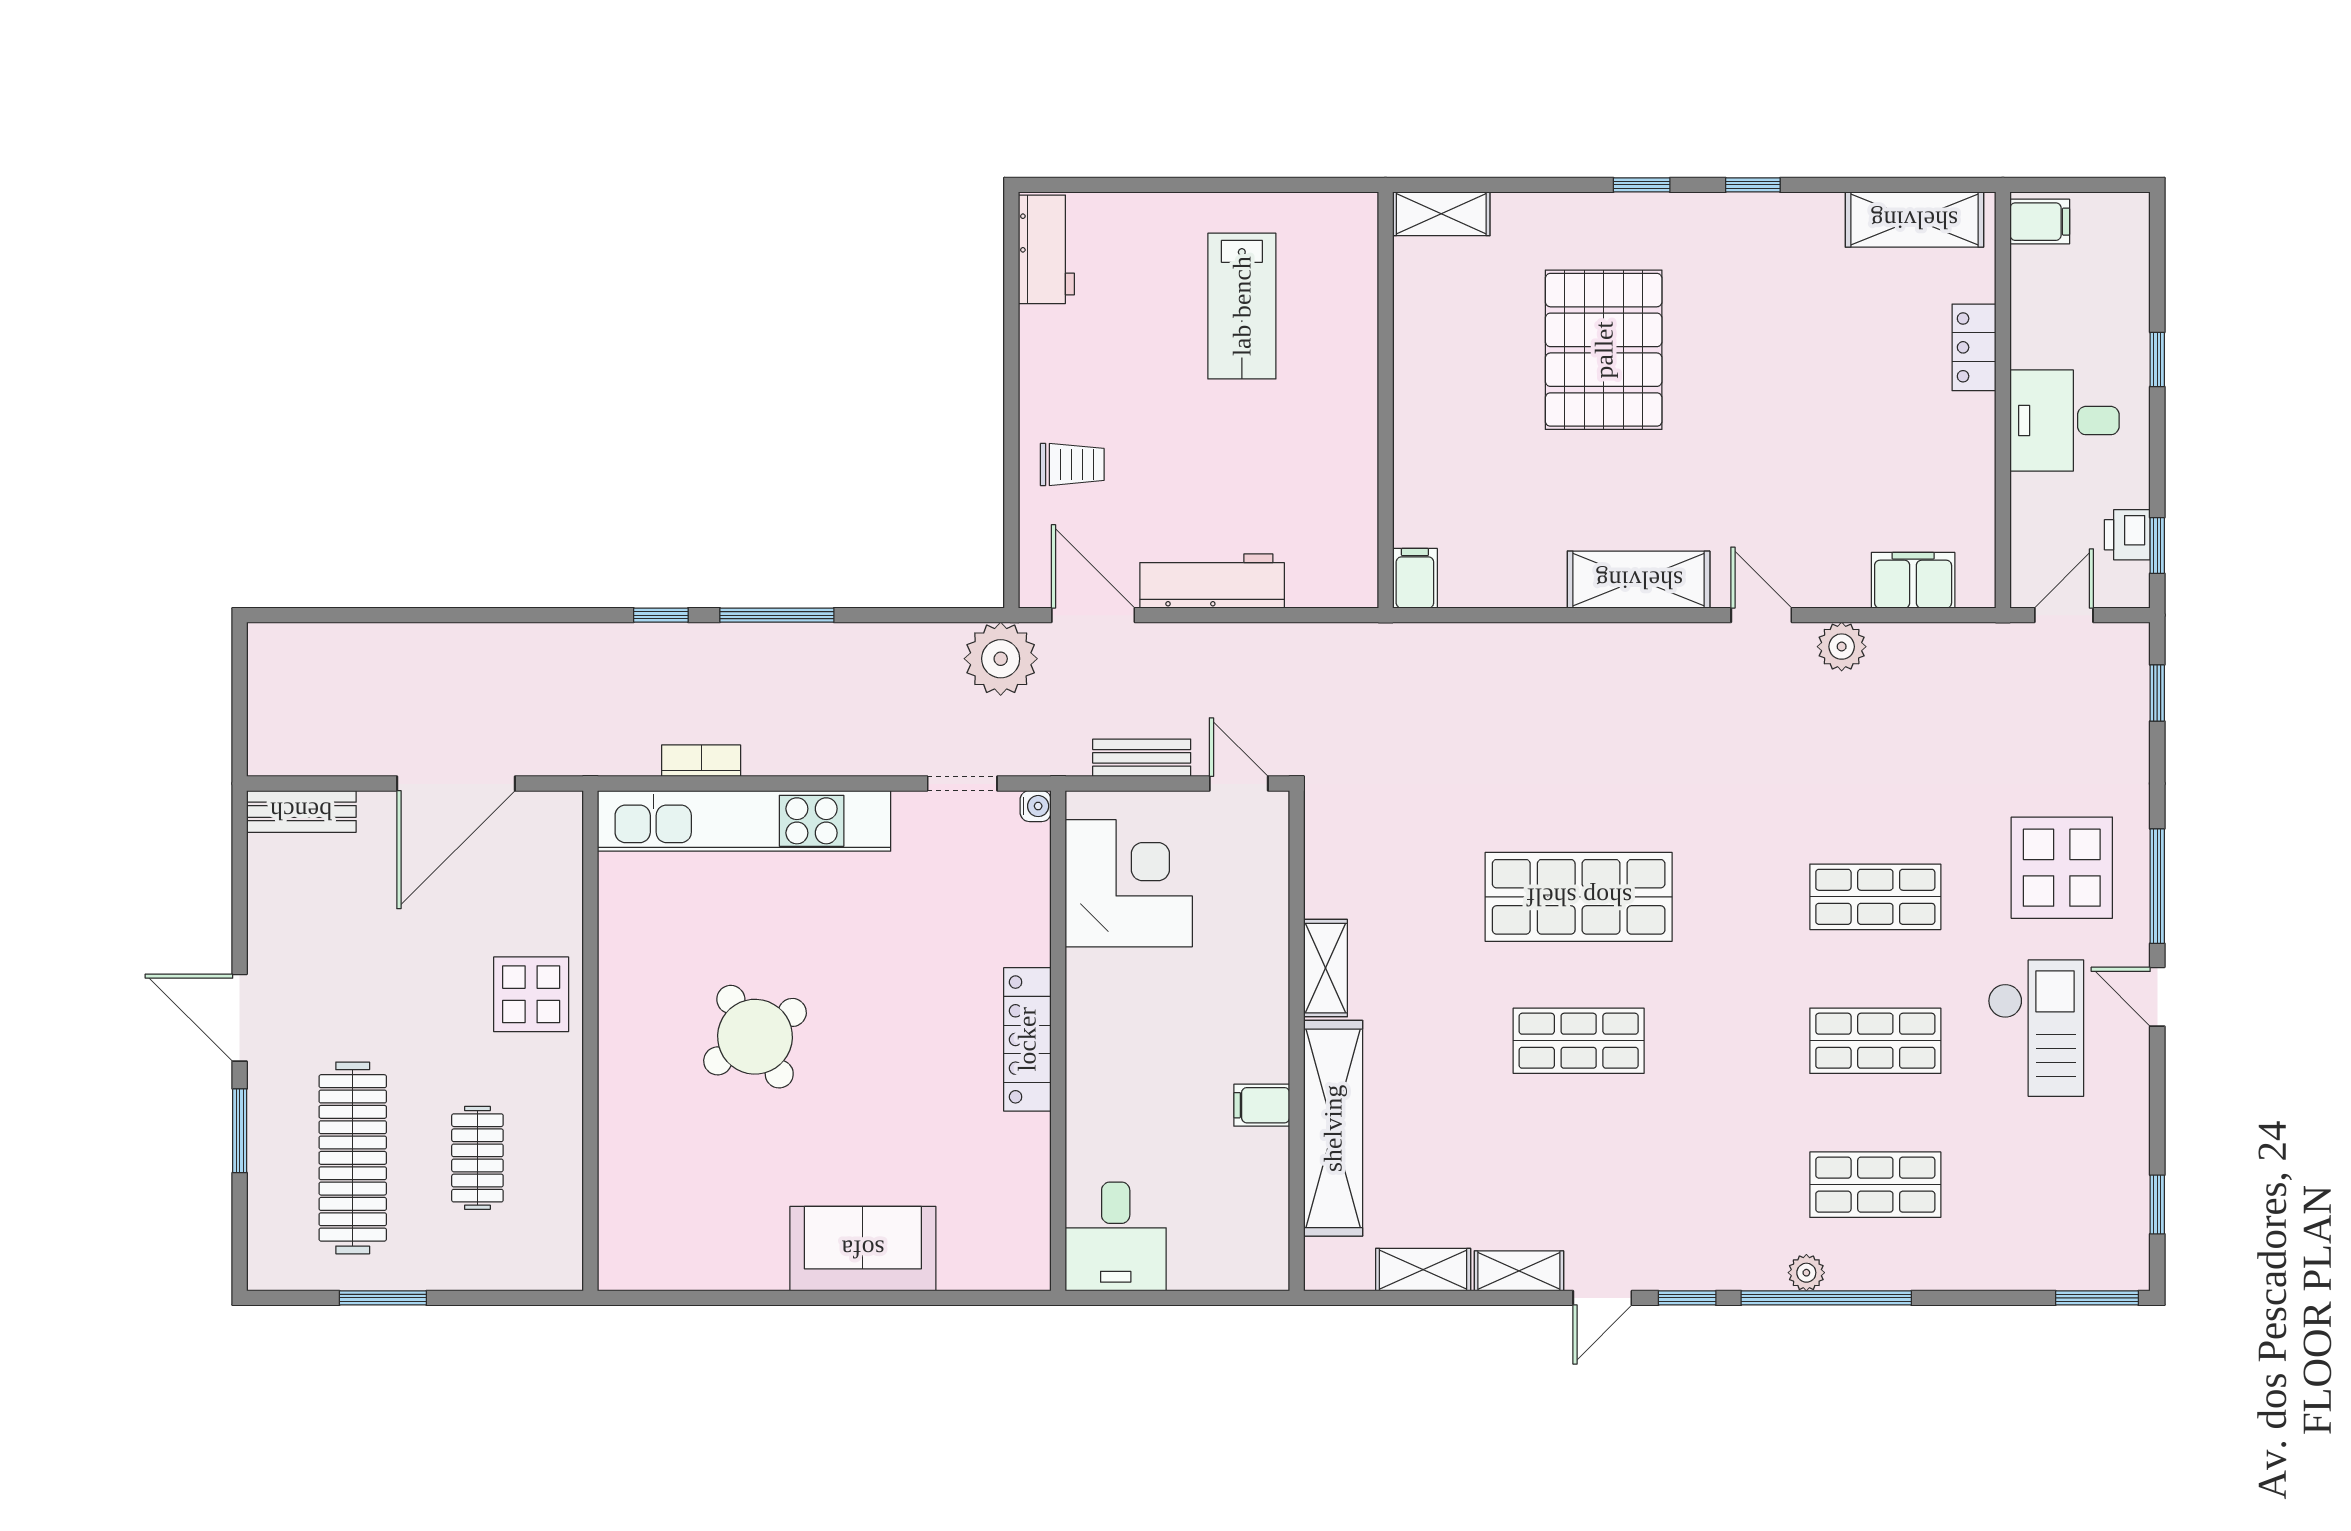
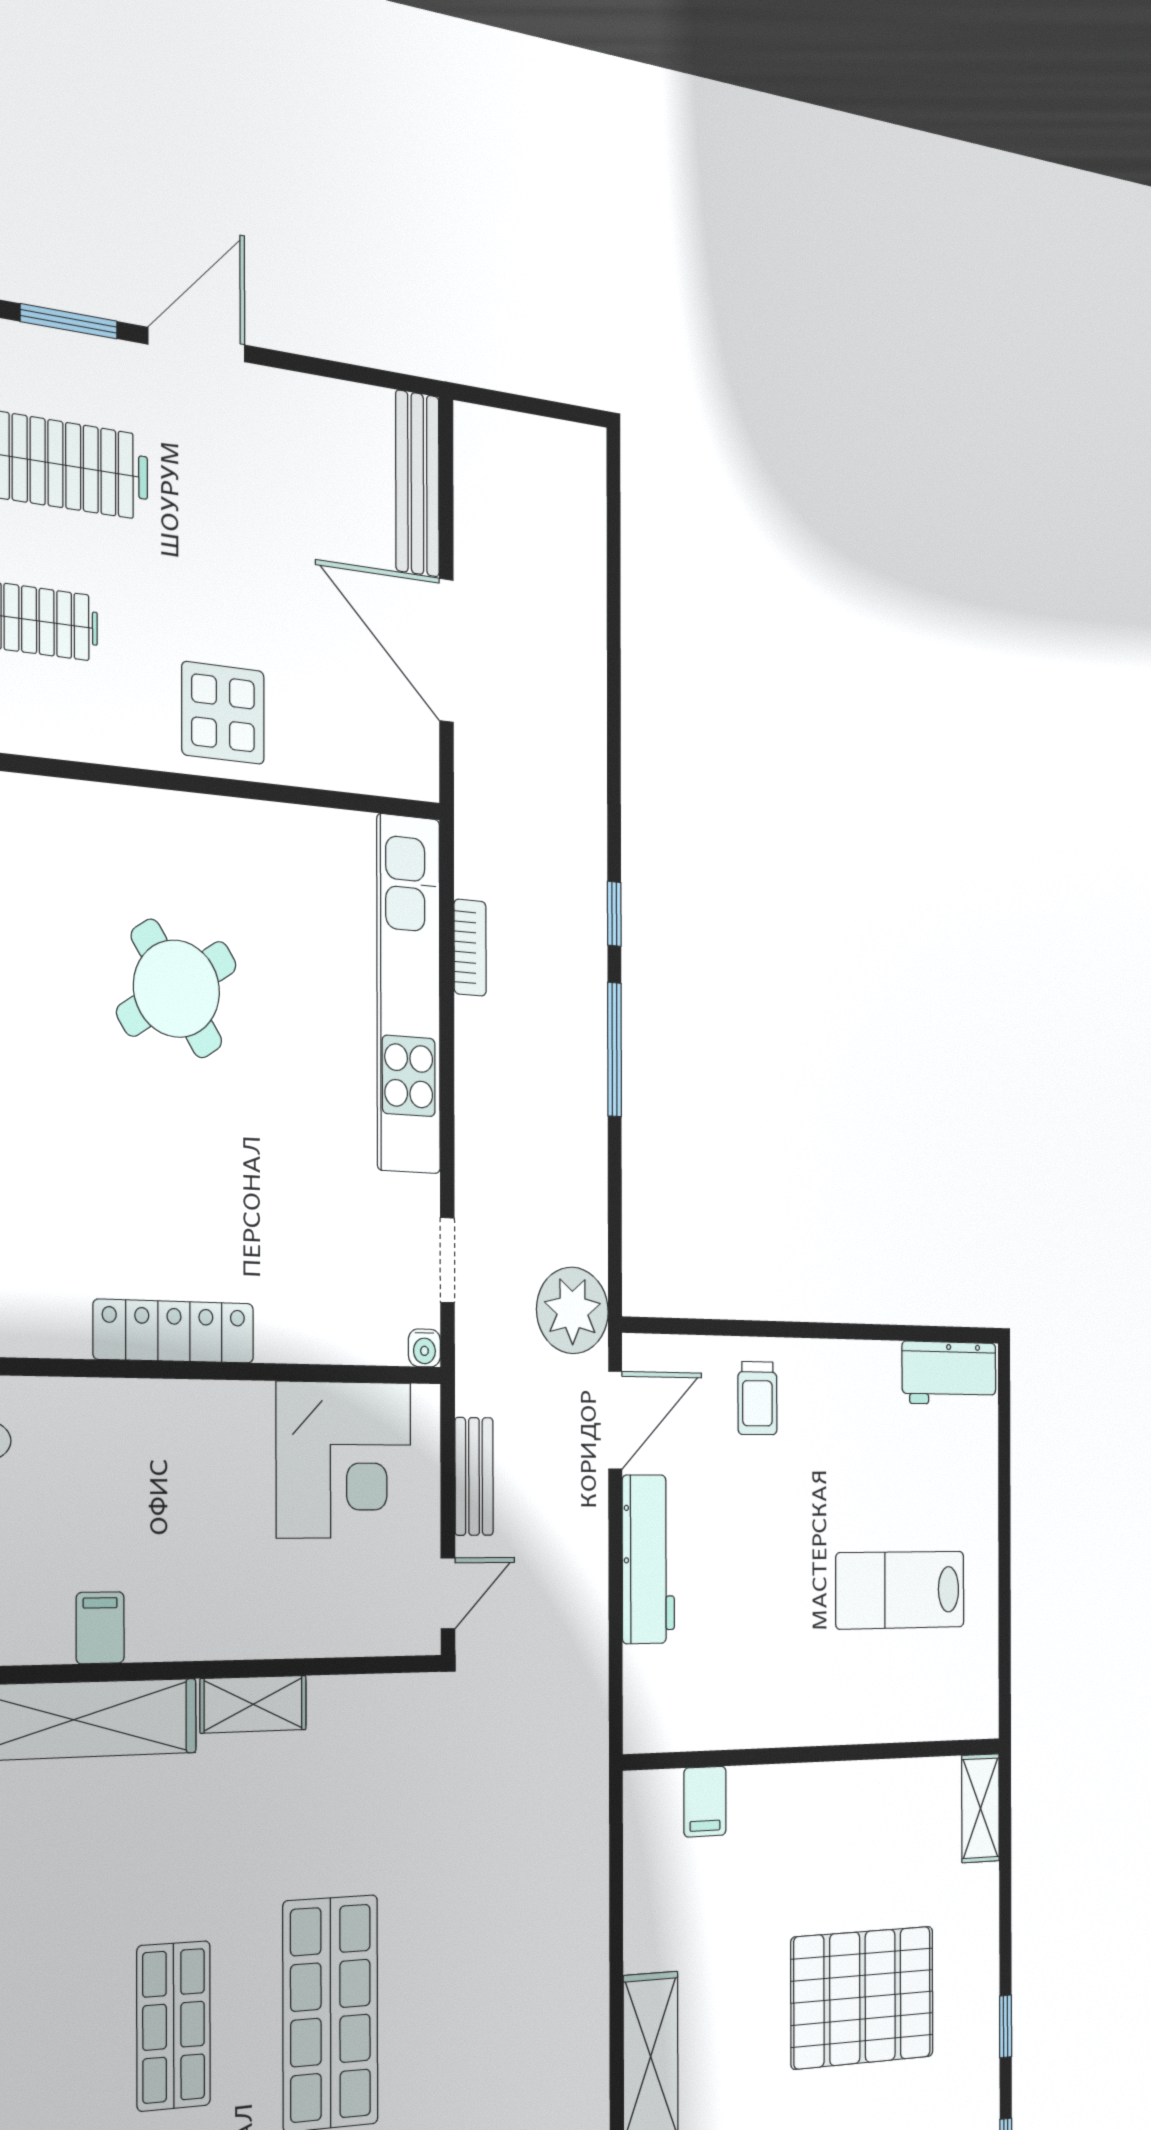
filing cabinet: (1415, 578) -> (705, 1802), moved, turned 90
bench: (301, 811) -> (417, 484), width x1.36

